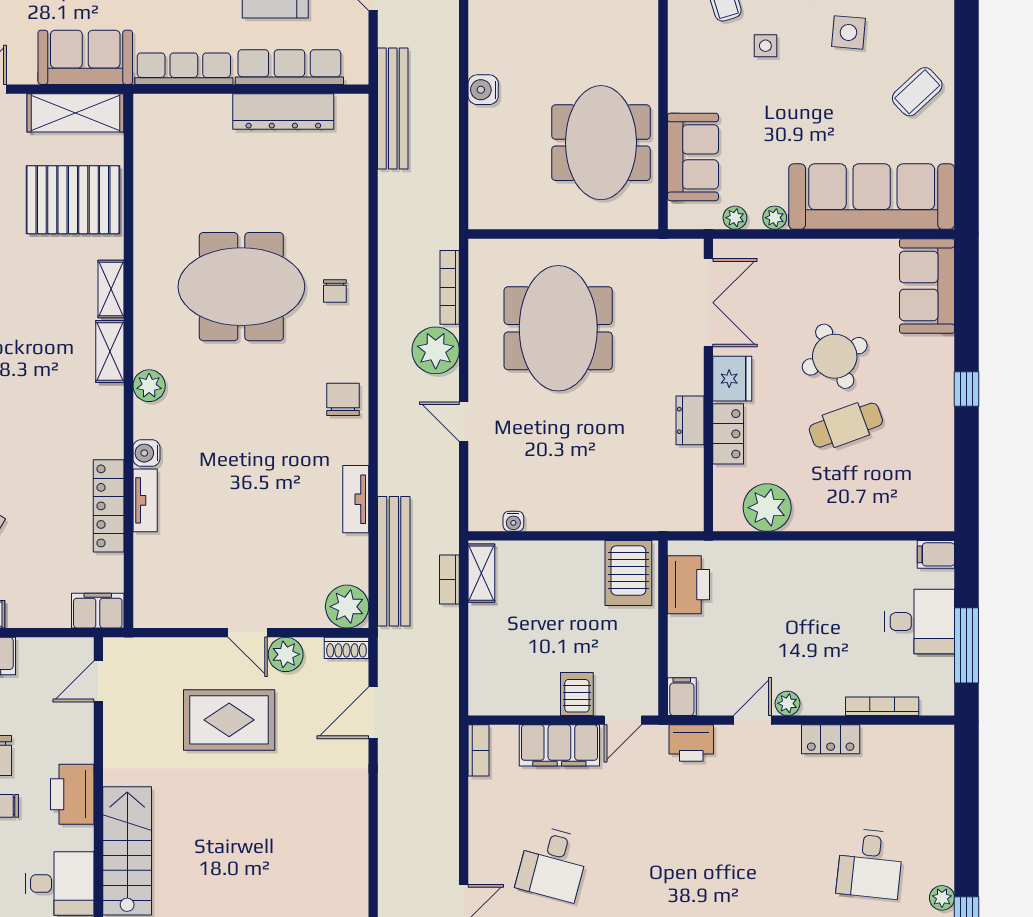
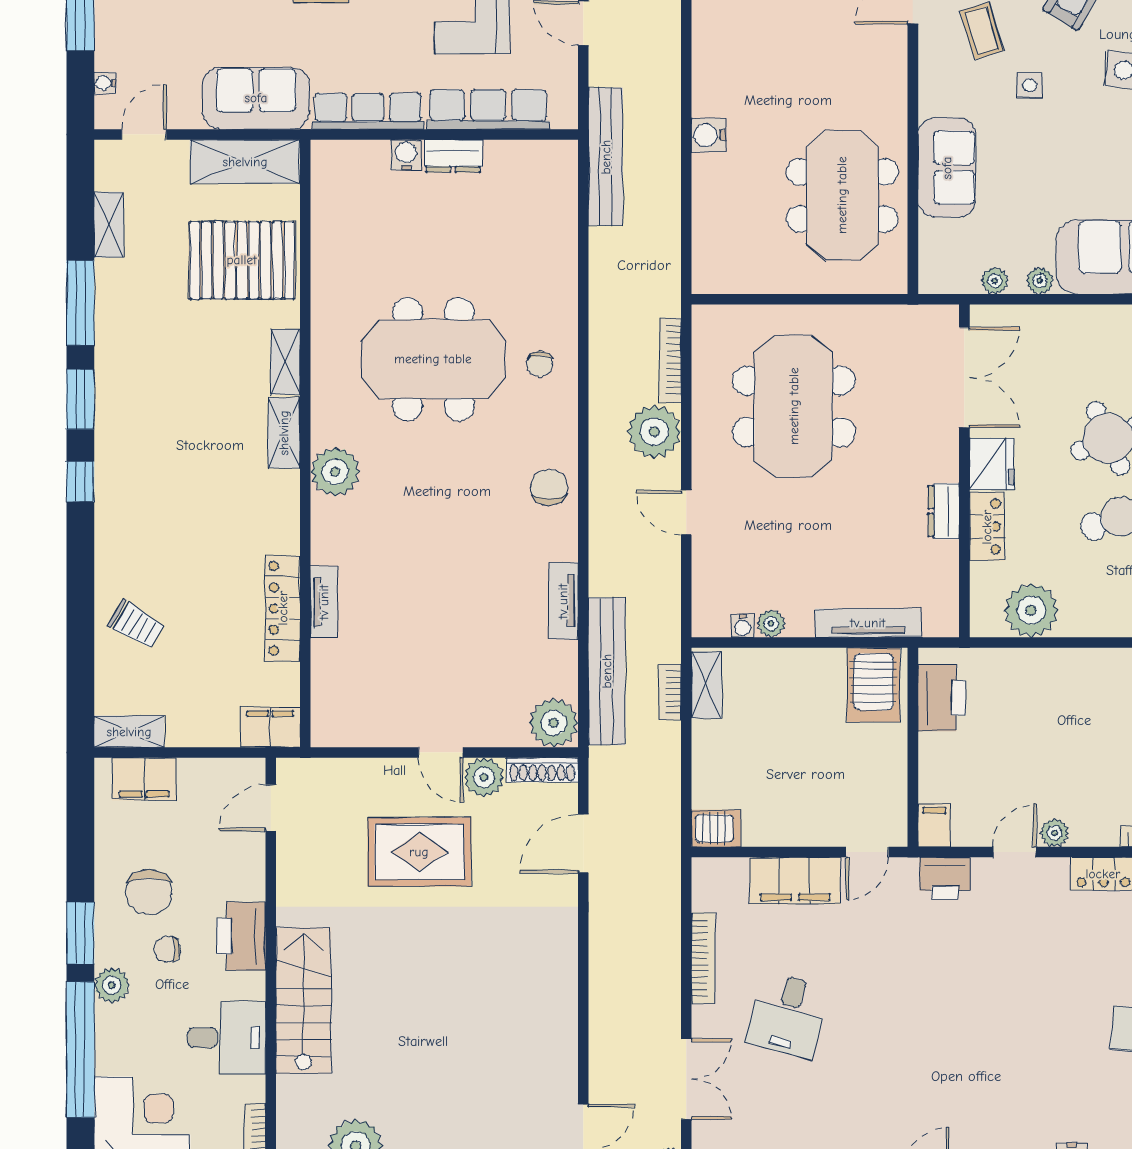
dresser: (283, 112) -> (453, 156), width x0.51, depth x0.80
sofa: (693, 157) -> (947, 168), moved
plant: (149, 386) -> (335, 472), width x1.36, depth x1.36
water cooler: (146, 453) -> (406, 155), moved, turned 90
plant: (538, 519) -> (771, 623), added
tv unit: (624, 519) -> (868, 623), added
shoe rack: (346, 648) -> (542, 770), width x1.43
server rack: (577, 694) -> (716, 828), moved, turned 90
bookcase: (479, 750) -> (703, 958), moved, width x1.56

